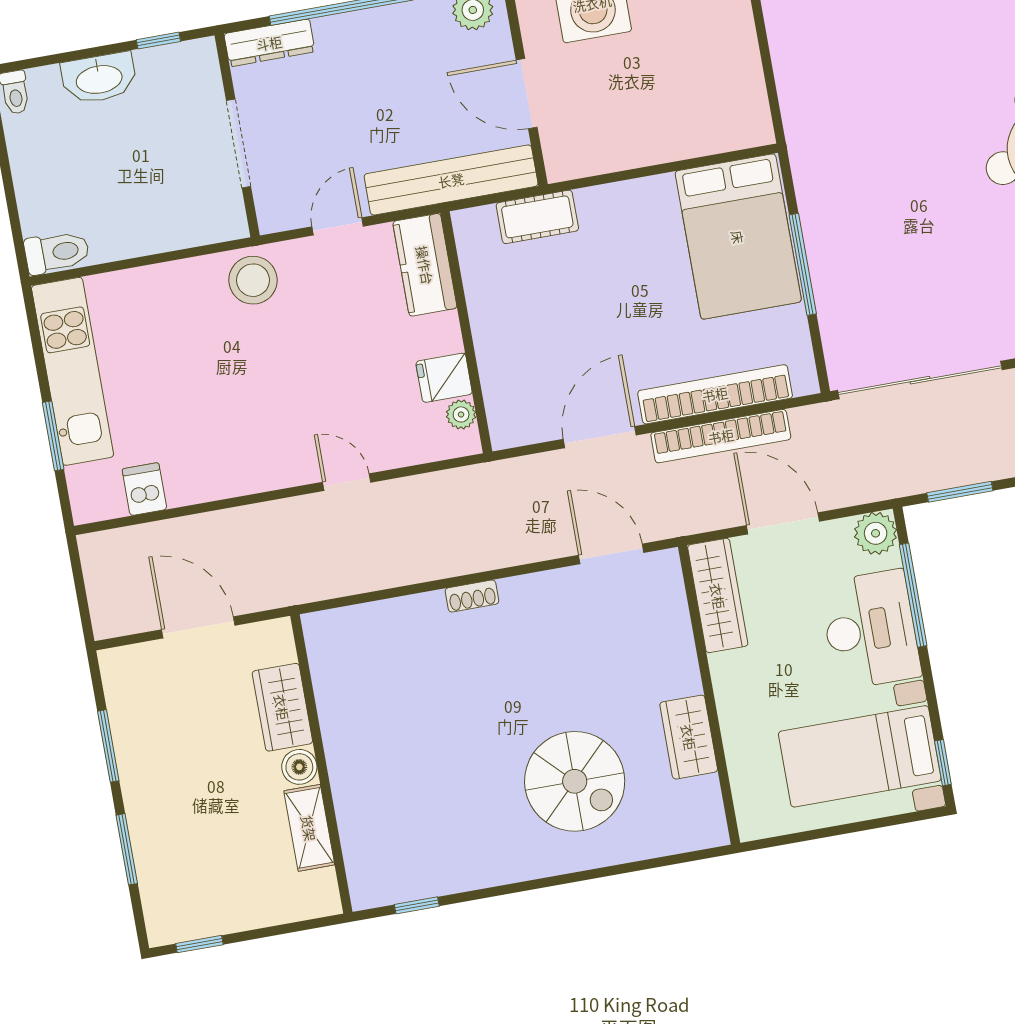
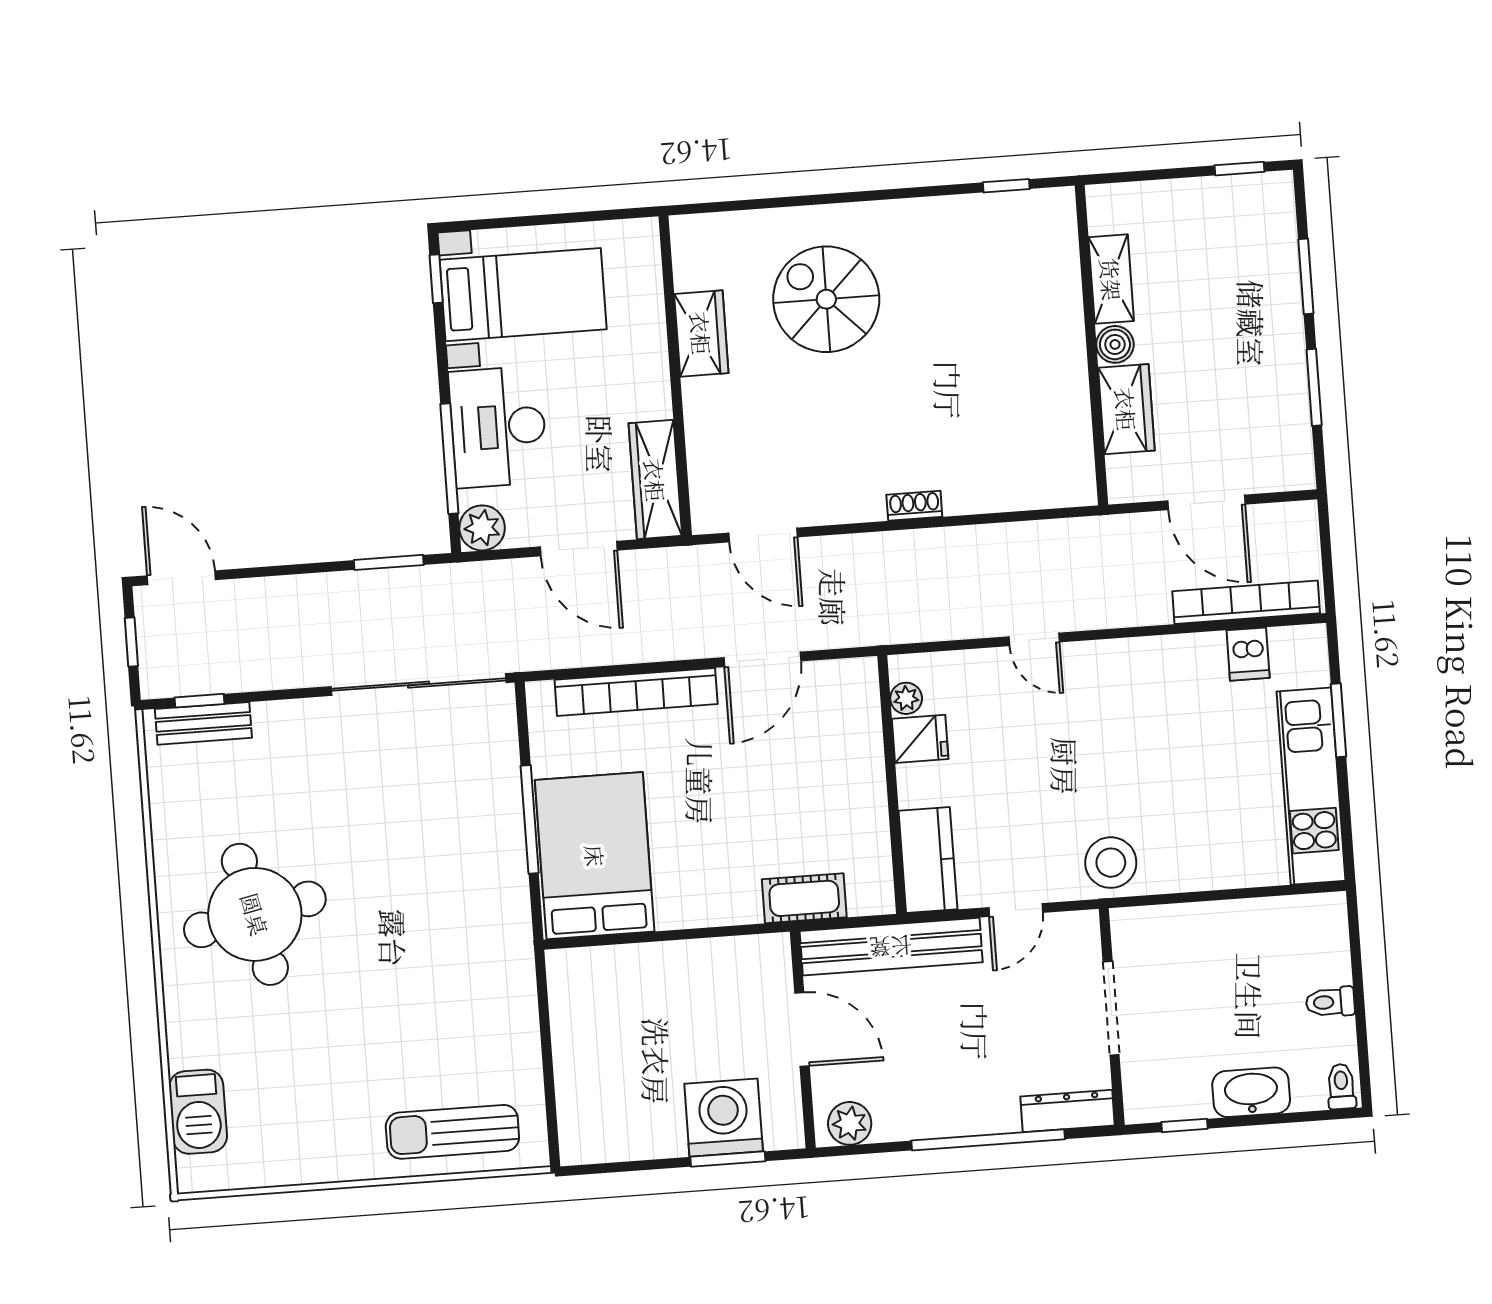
toilet: (57, 252) -> (1330, 1002), moved, width x0.73, depth x0.72
bookcase: (721, 436) -> (1246, 602), moved

